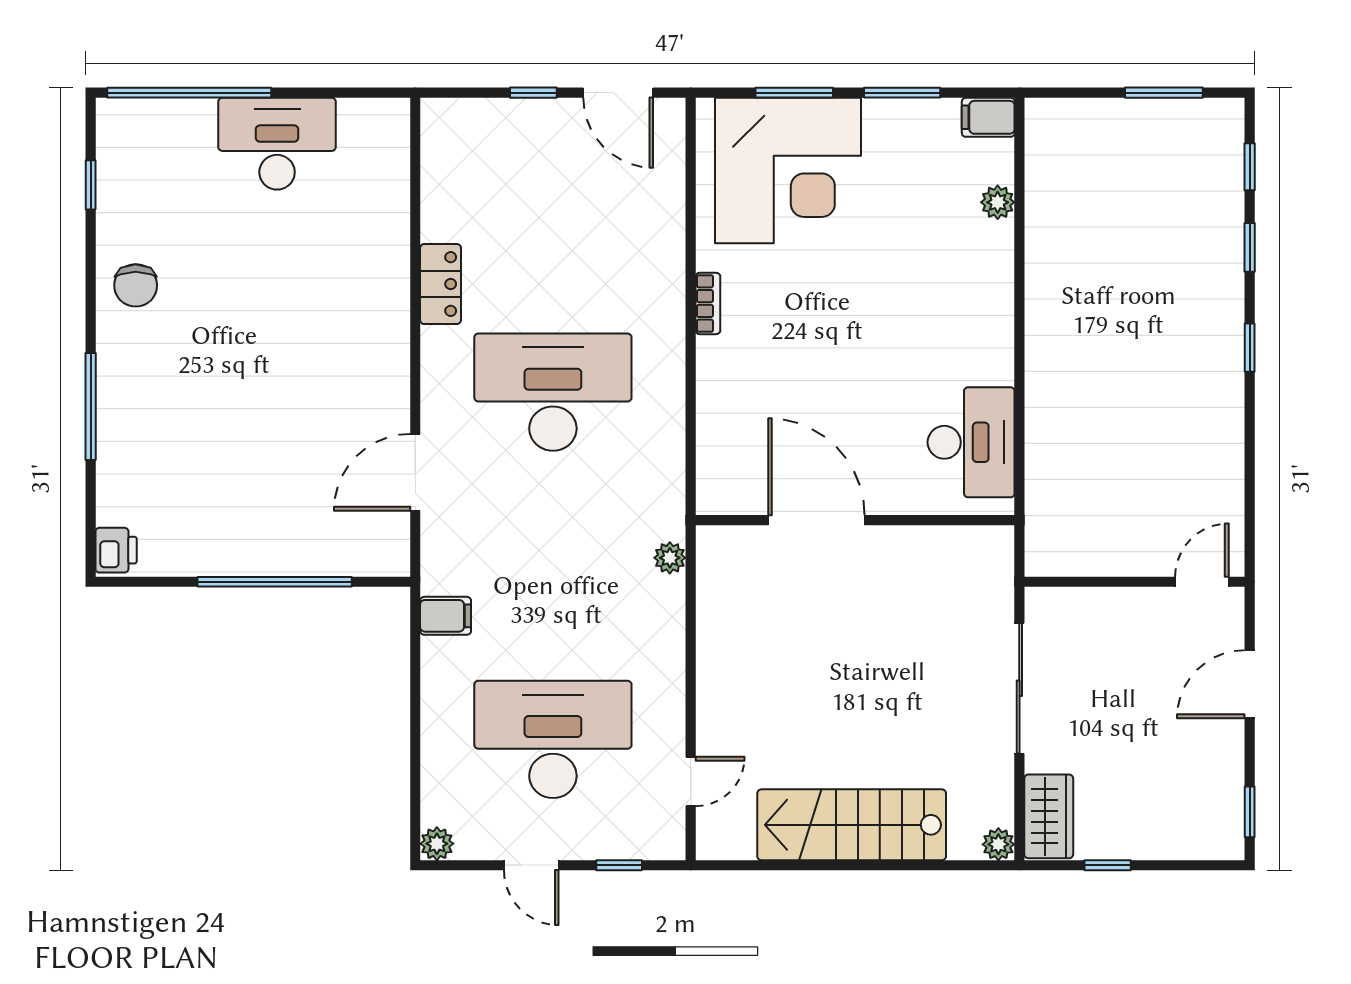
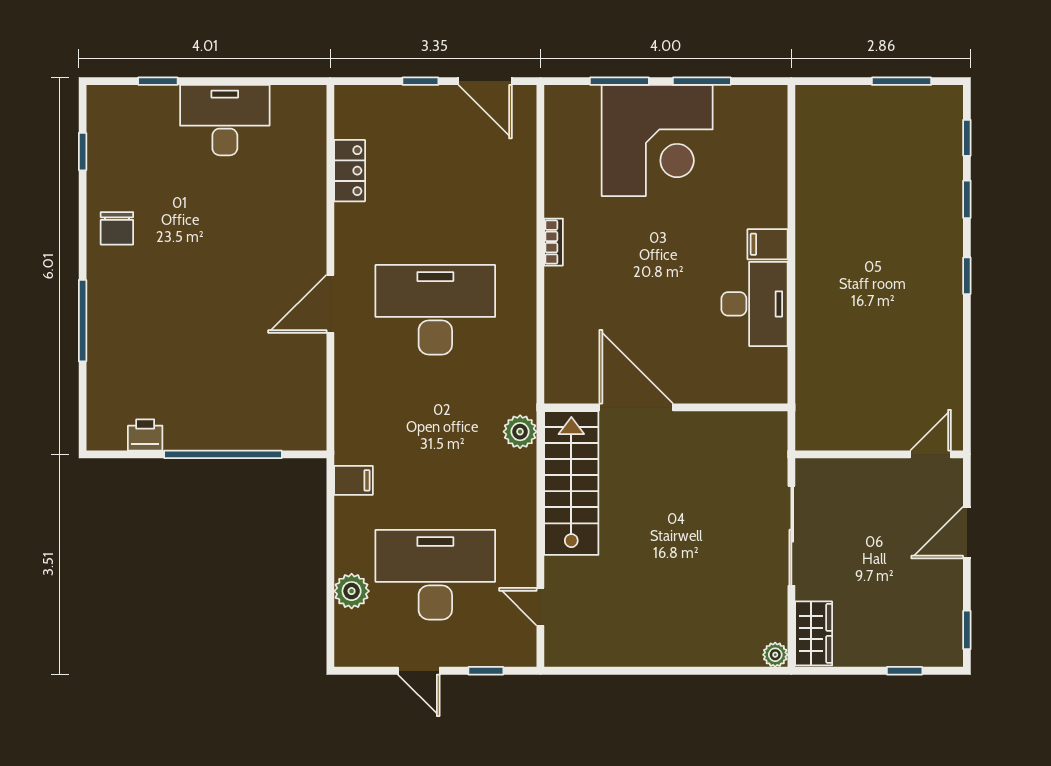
window: (189, 93) -> (158, 81), width x0.32
filing cabinet: (988, 117) -> (767, 244), moved
corner desk: (788, 170) -> (657, 141), moved
plant: (998, 202) -> (775, 165), removed
locker: (441, 284) -> (350, 171), moved
desk: (971, 442) -> (754, 304), moved
door: (415, 472) -> (330, 304), moved
printer: (116, 550) -> (145, 435), moved, turned -90
plant: (670, 558) -> (520, 432), width x1.38, depth x1.38
door: (691, 781) -> (540, 607), swing flipped
stairs: (852, 825) -> (571, 483), moved, turned 90
plant: (437, 844) -> (352, 591), moved, width x1.38, depth x1.38
window: (1108, 865) -> (905, 671), moved

